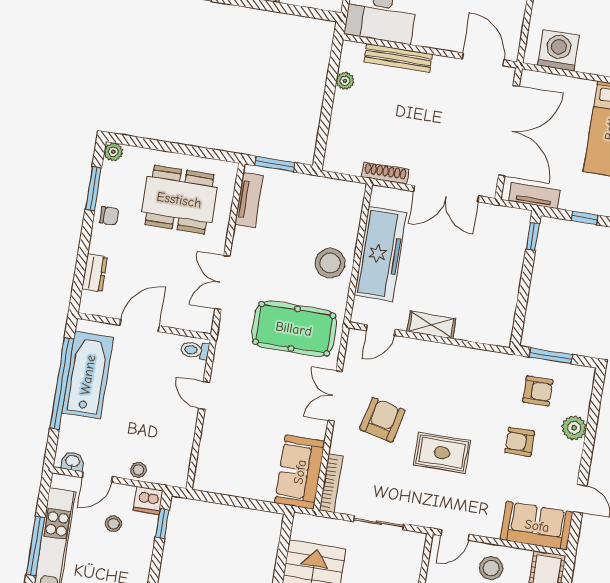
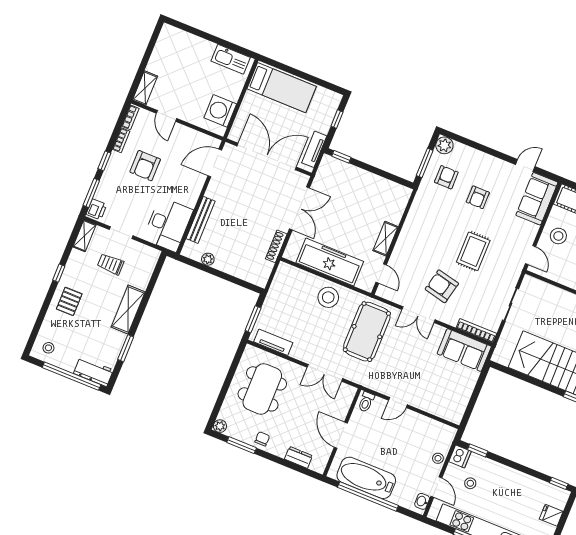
plant: (574, 428) -> (444, 145), moved

